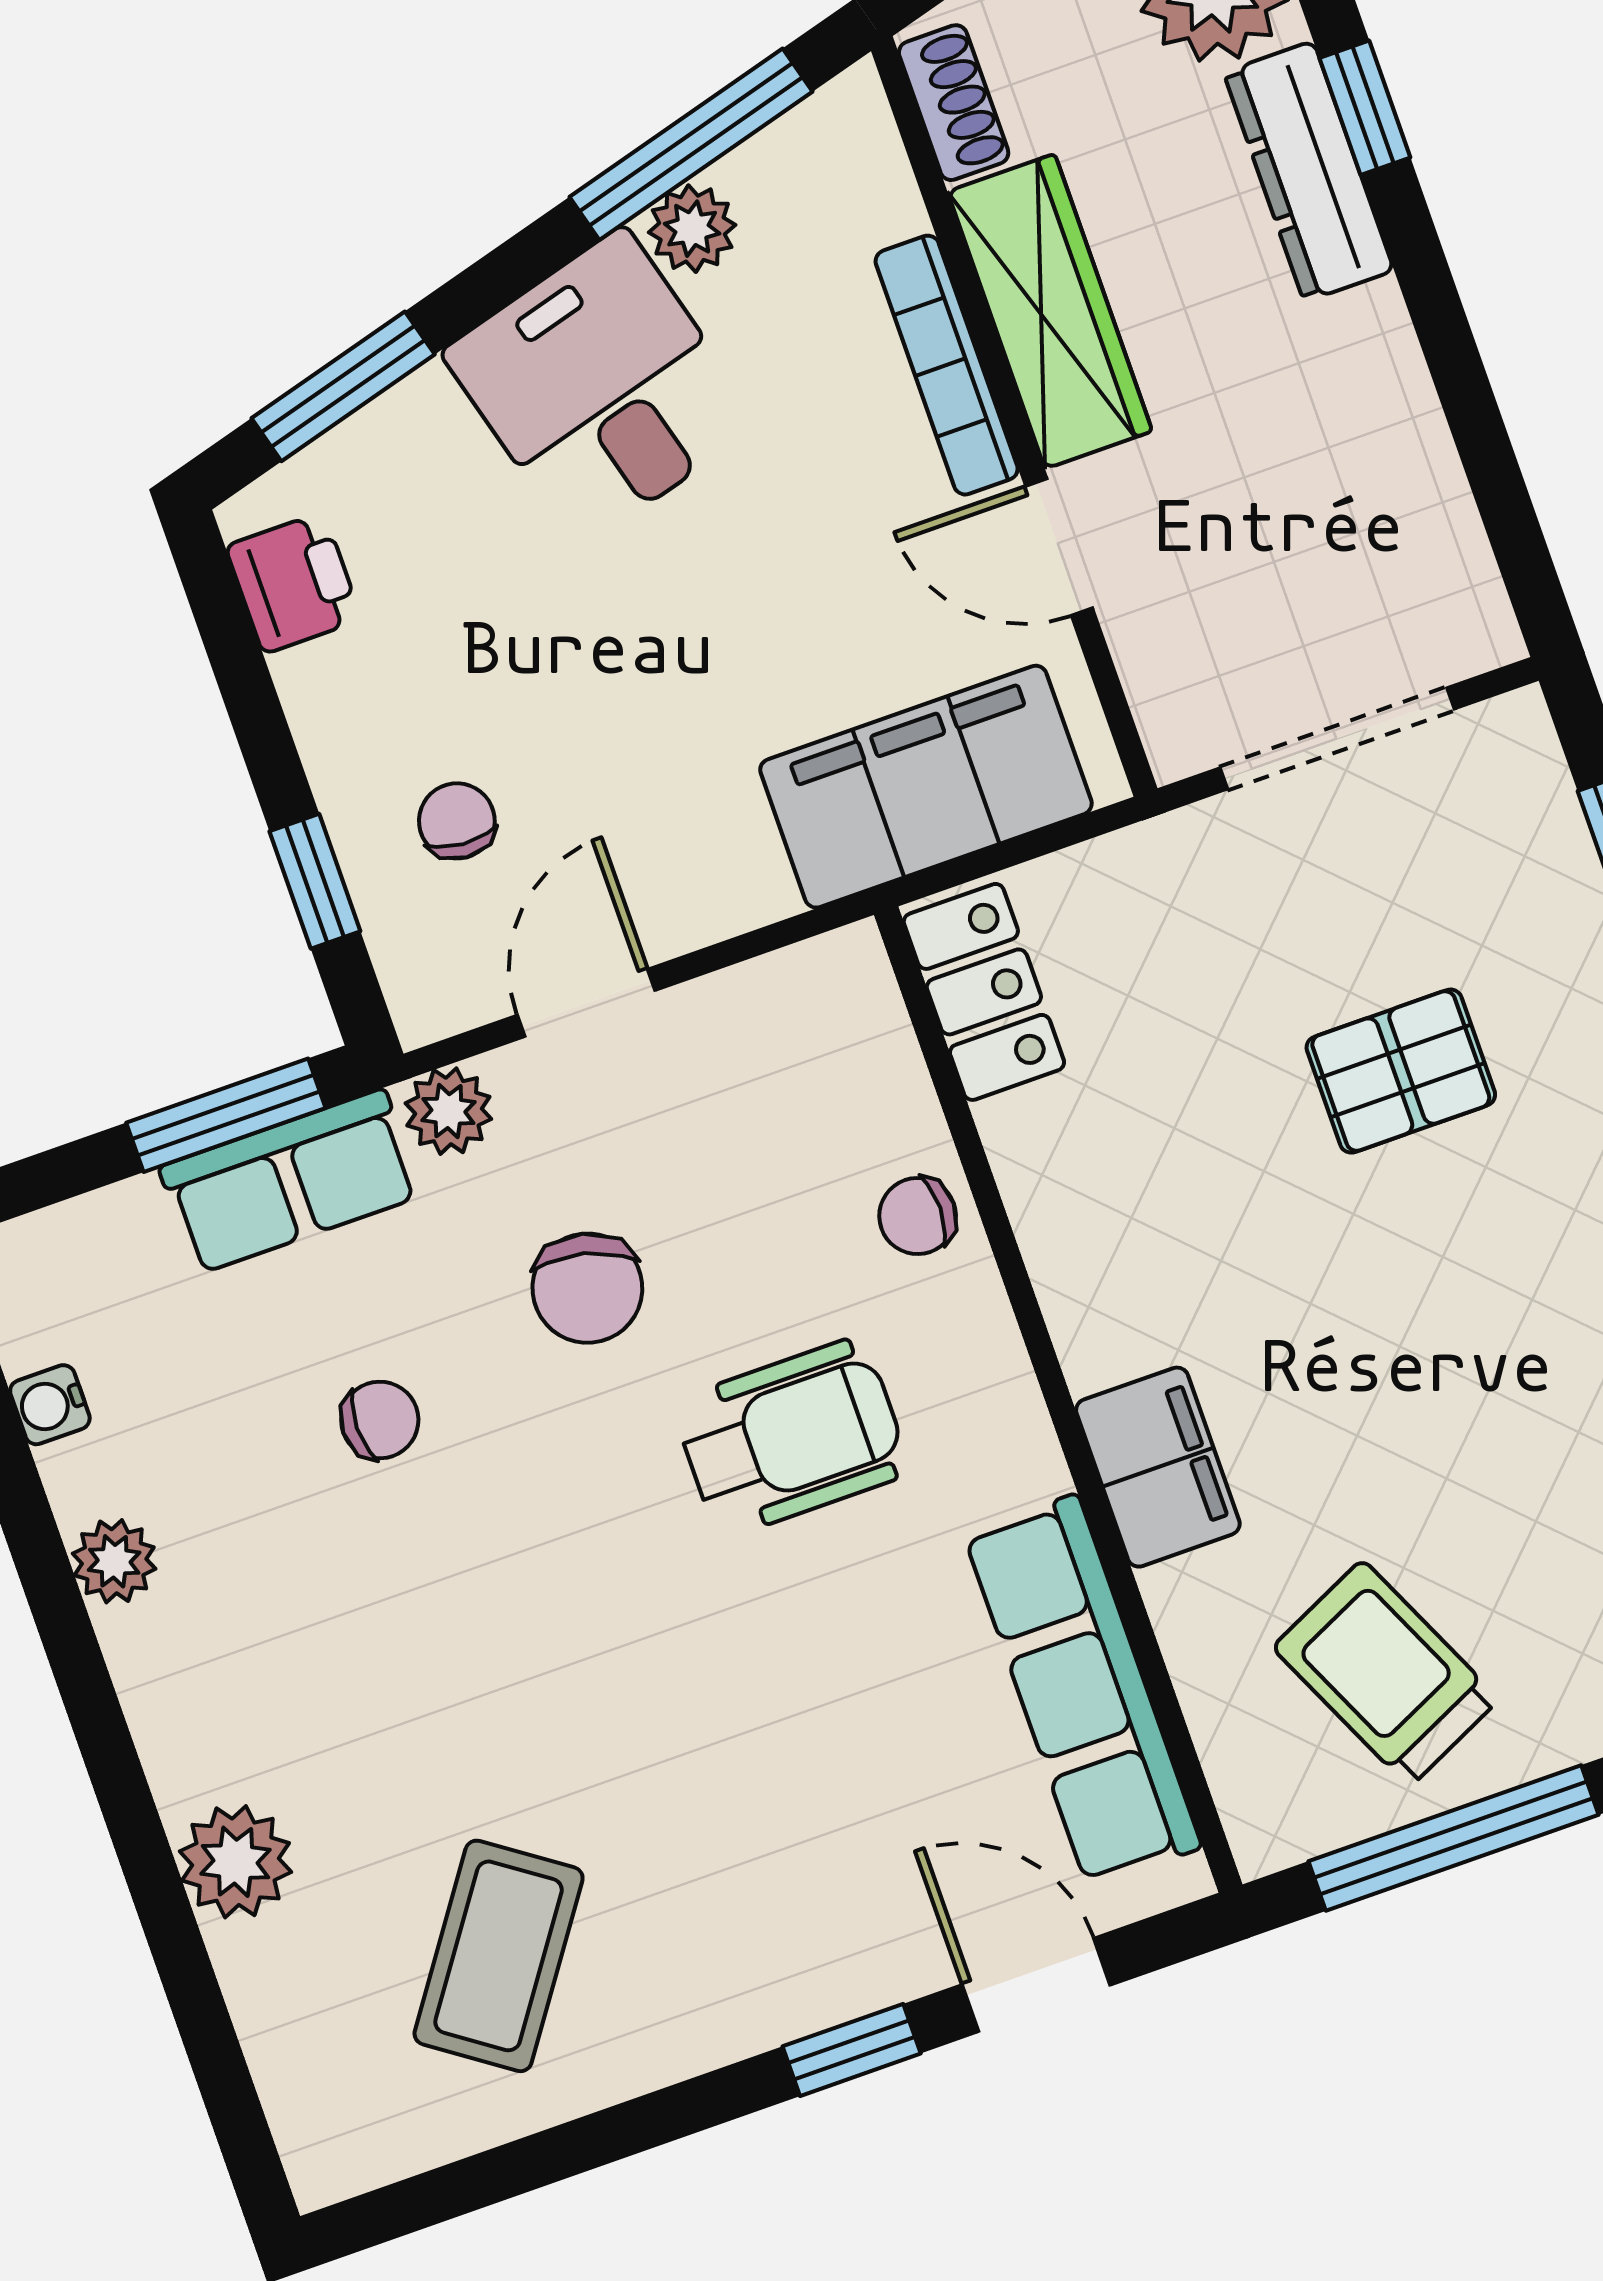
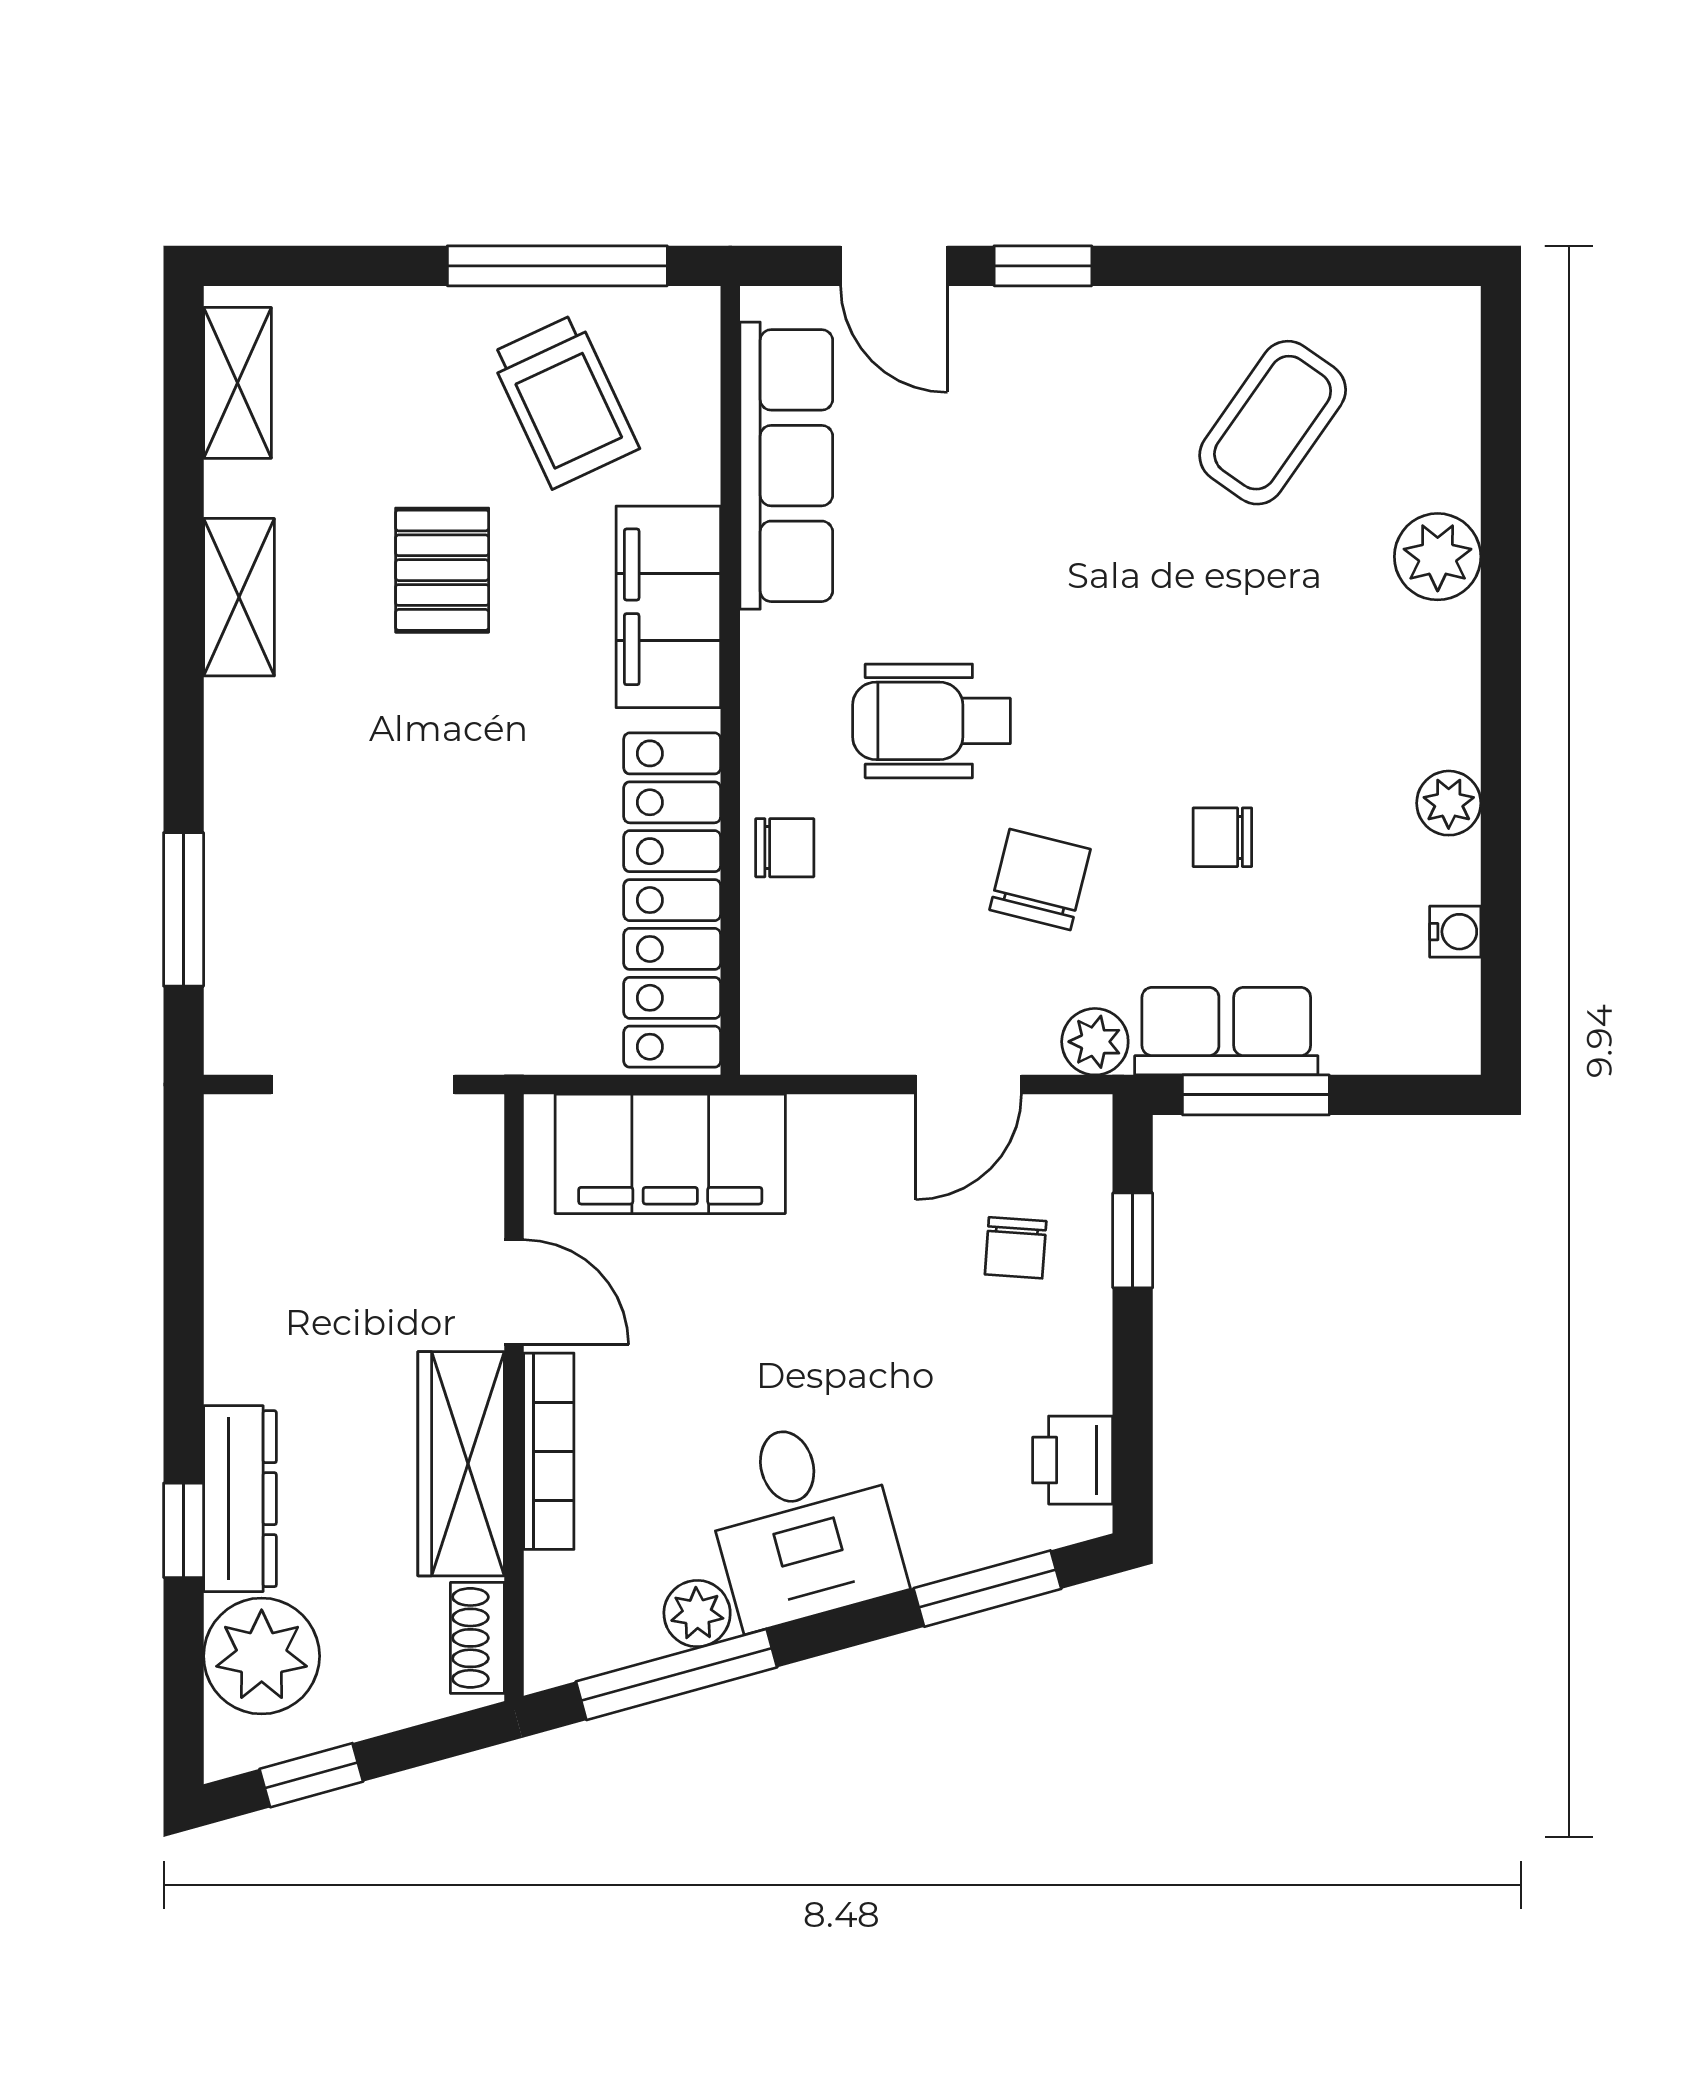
locker: (984, 992) -> (672, 900), width x2.16, depth x1.21
pallet: (1401, 1071) -> (442, 570), moved, turned 90
filing cabinet: (1158, 1467) -> (668, 607), width x1.50, depth x1.17

